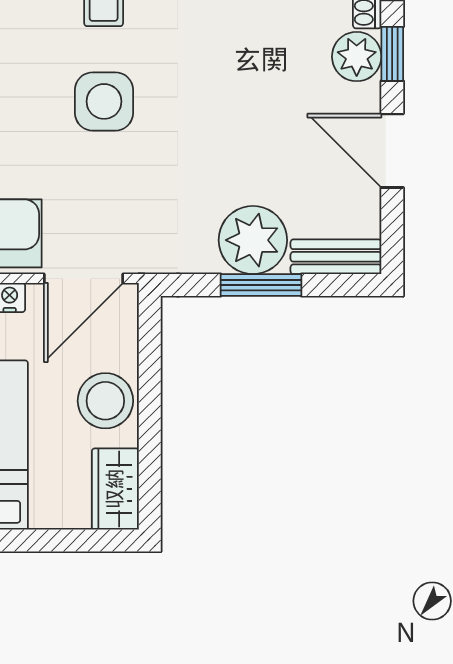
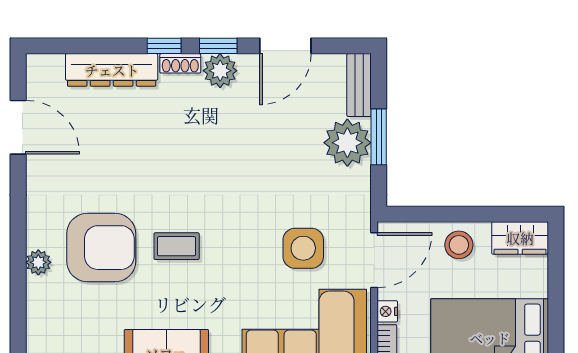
side table: (104, 101) -> (303, 248), moved
door: (84, 278) -> (374, 260), hinge flipped
stool: (105, 401) -> (459, 245), width x0.73, depth x0.73

